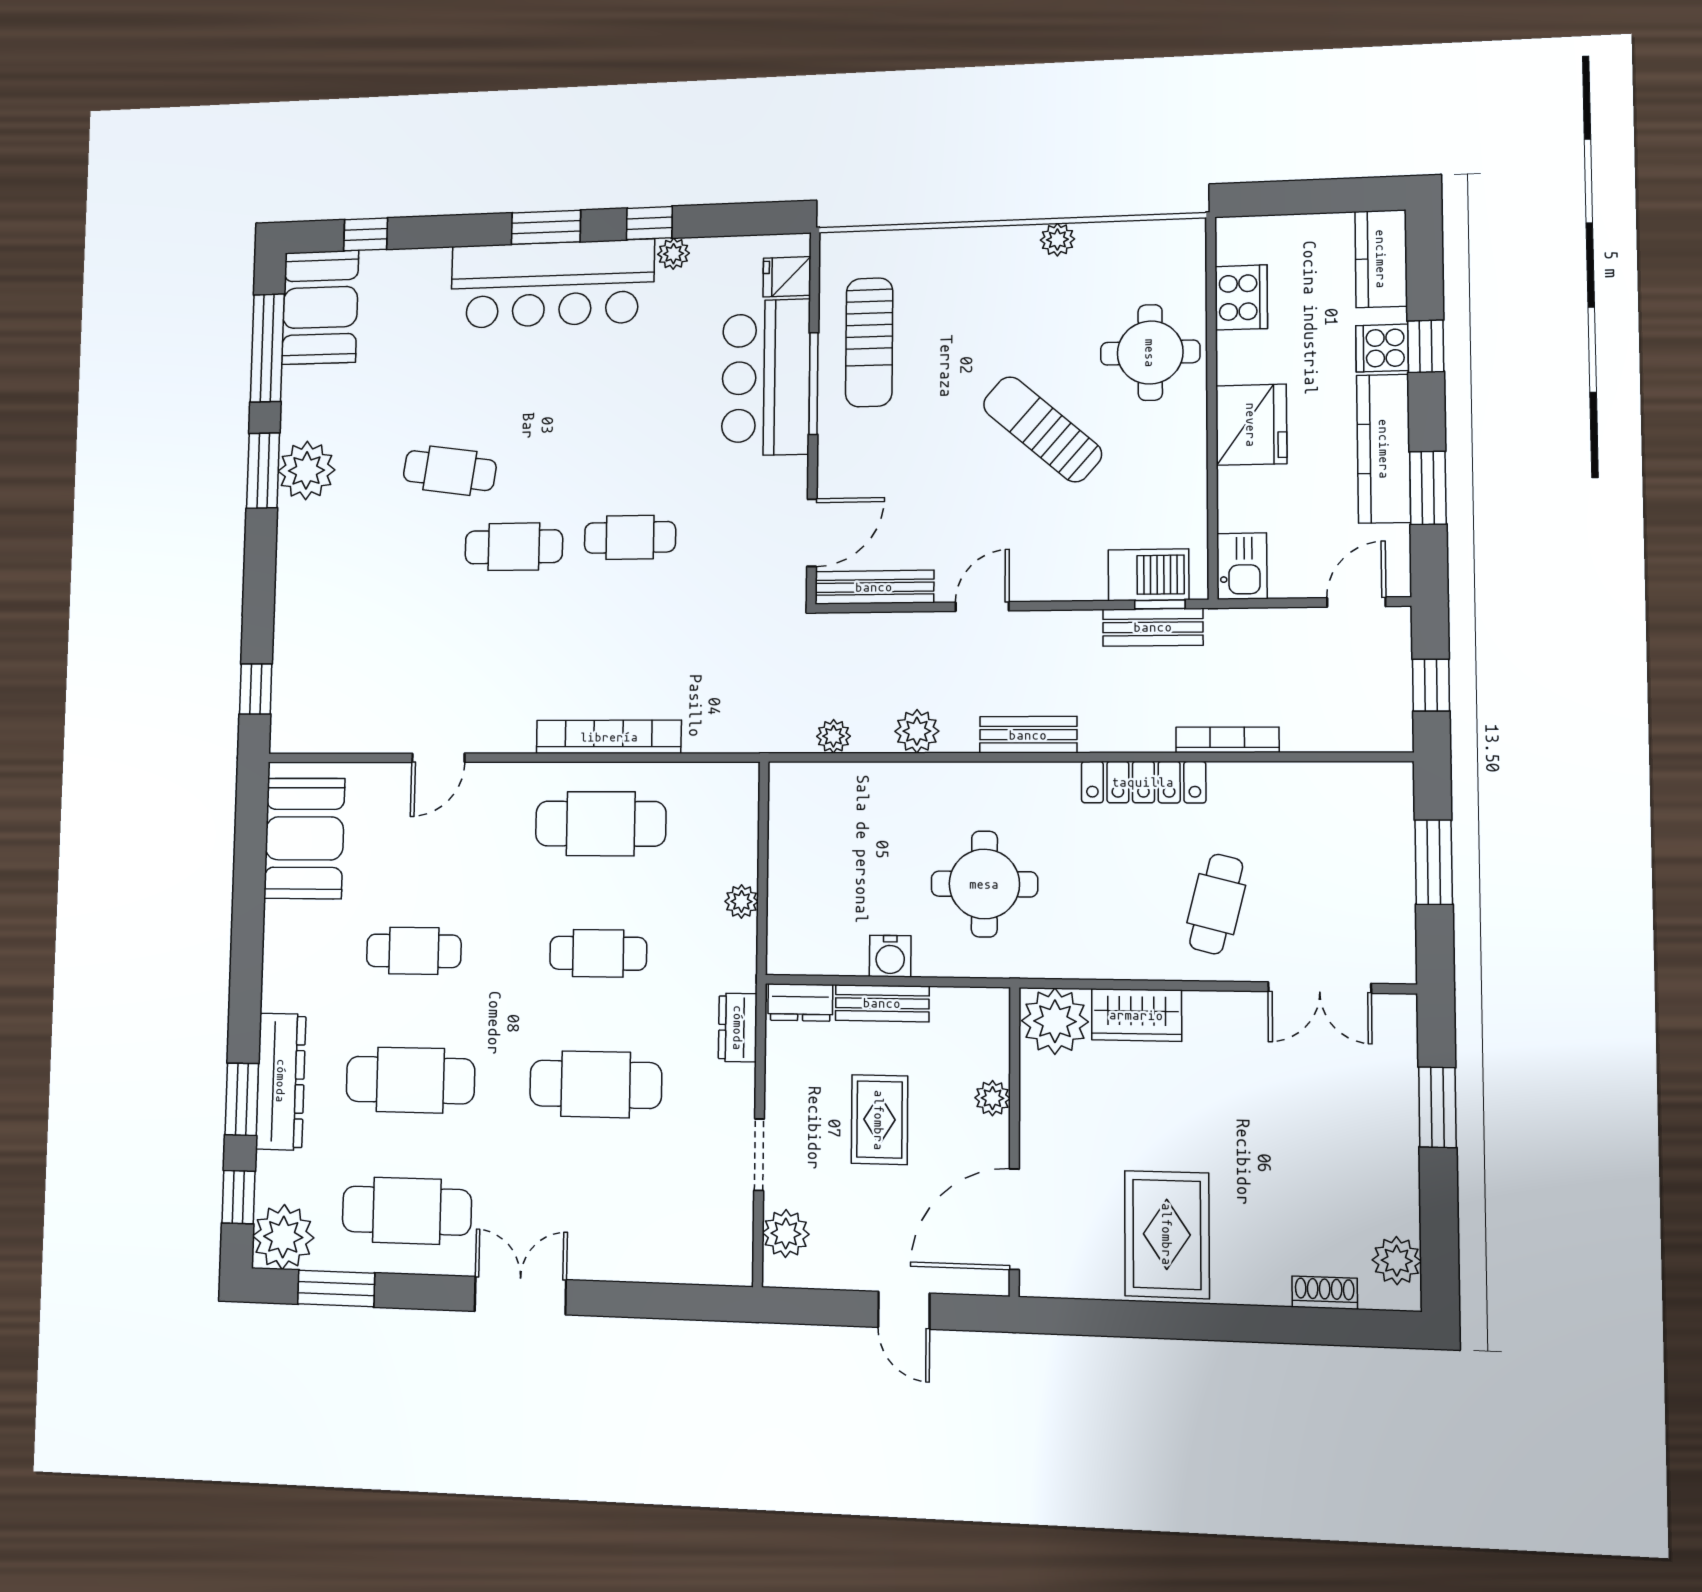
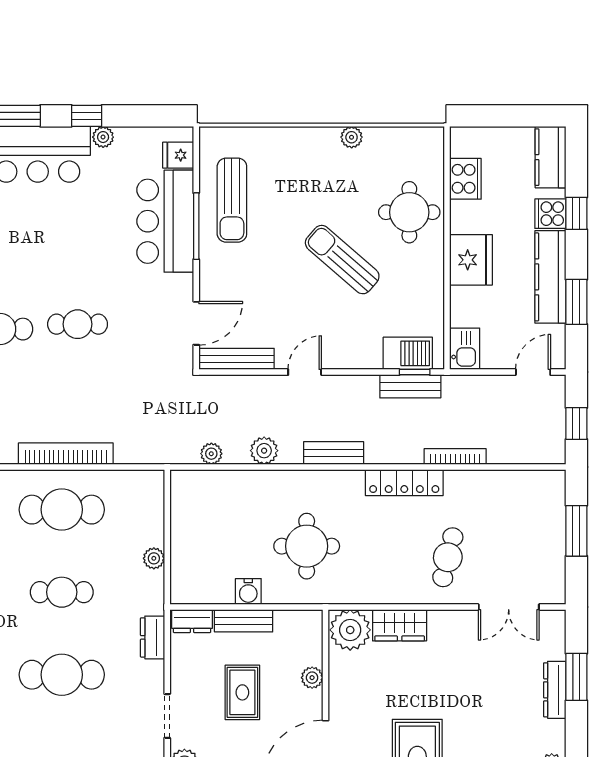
dresser: (1400, 1128) -> (555, 690), added

